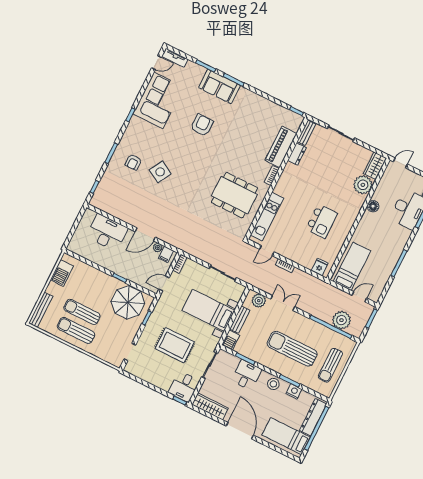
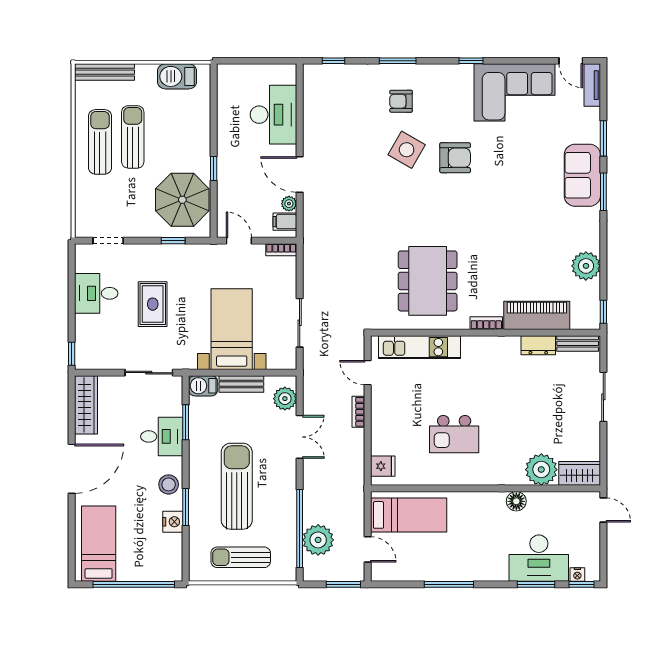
plant: (268, 108) -> (586, 266), added
armchair: (202, 125) -> (455, 158), moved
rug: (175, 345) -> (153, 304), width x0.73, depth x0.70
desk: (184, 387) -> (96, 293), moved
dresser: (313, 417) -> (148, 570), removed

